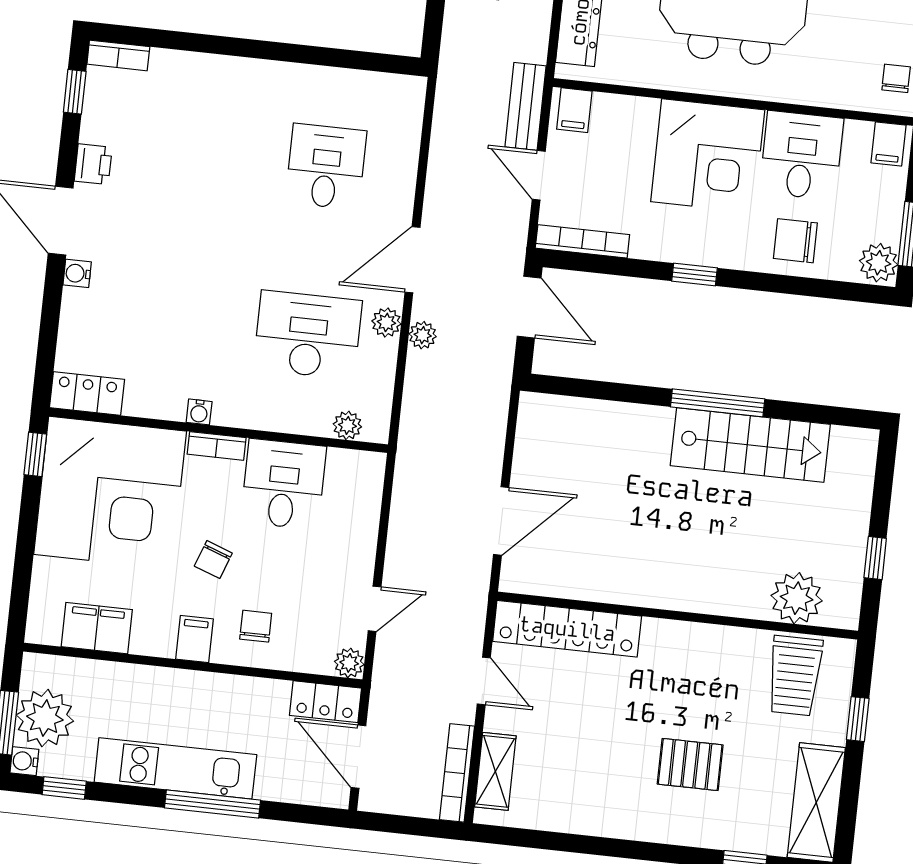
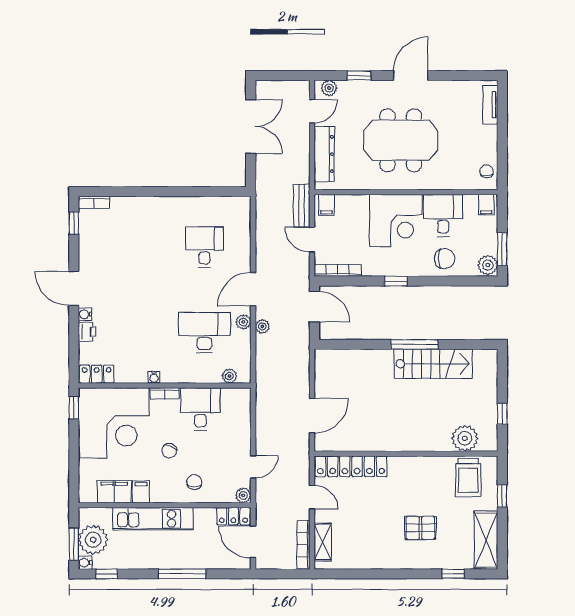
printer: (93, 164) -> (87, 332), moved
chair: (795, 241) -> (445, 259), turned 180
filing cabinet: (195, 639) -> (141, 492), moved
kitchen unit: (175, 768) -> (153, 519), moved, turned 180

